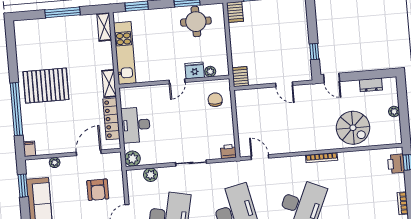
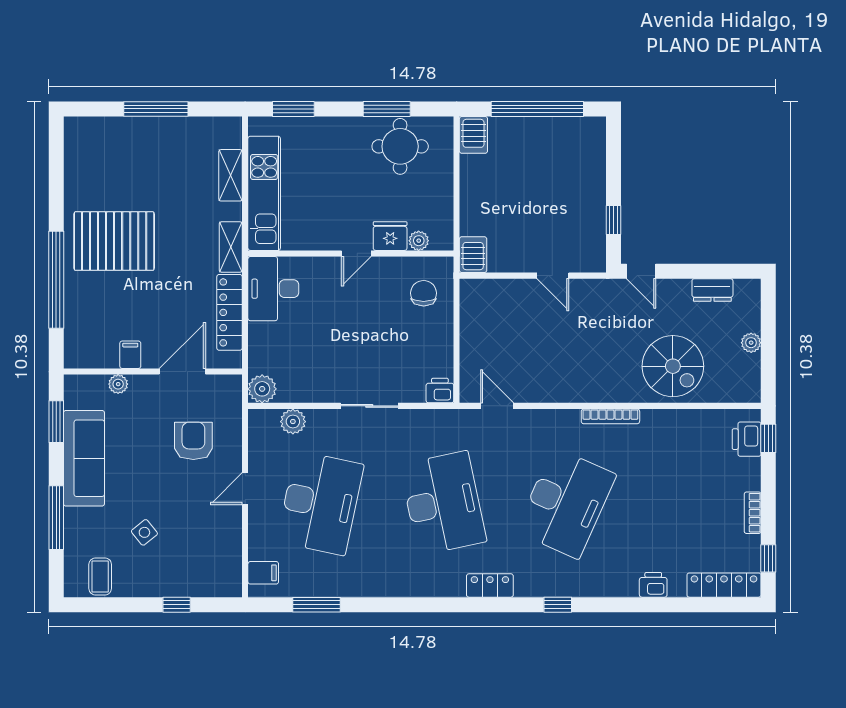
shelving: (104, 27) -> (230, 175), moved
desk: (136, 125) -> (273, 289), moved
filing cabinet: (29, 149) -> (130, 355), moved
armchair: (98, 190) -> (193, 441), turned 180

